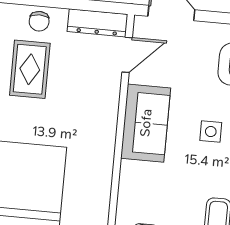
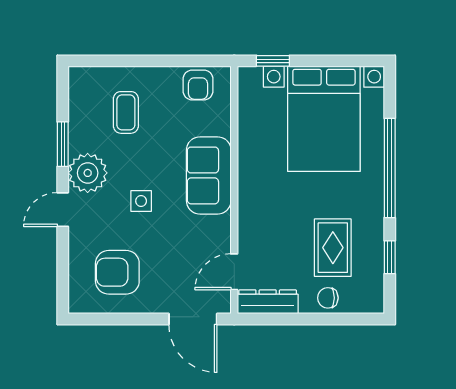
chair: (39, 21) -> (328, 298), turned -90
sofa: (146, 123) -> (209, 175), moved

